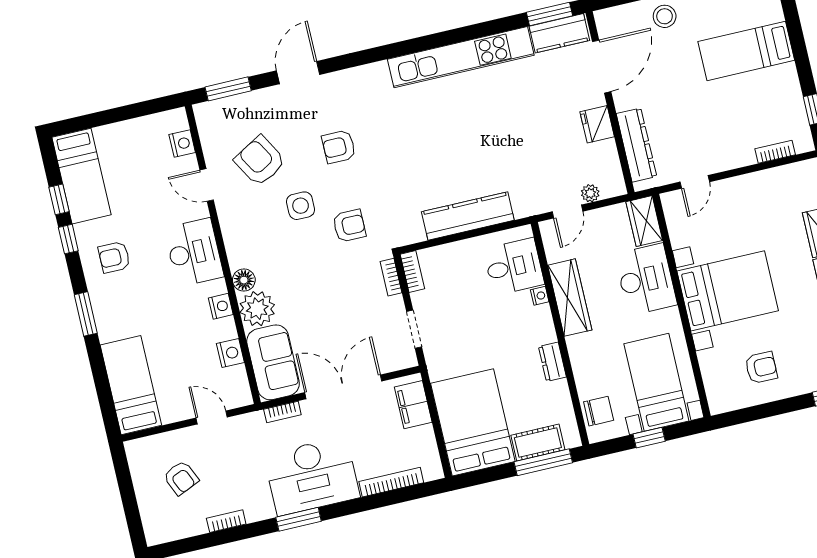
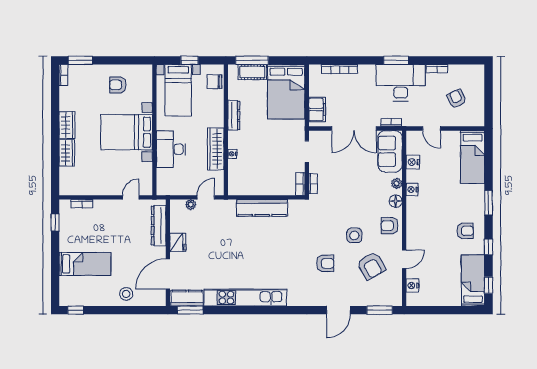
door: (207, 185) -> (404, 259), hinge flipped
window: (59, 199) -> (489, 285), moved
wardrobe: (644, 221) -> (164, 182), removed
armchair: (349, 226) -> (390, 226), moved
desk: (194, 252) -> (420, 223), removed
desk: (514, 267) -> (243, 174), removed
plant: (257, 309) -> (397, 183), width x0.53, depth x0.53
dresser: (552, 362) -> (234, 115), width x1.44
desk: (312, 476) -> (401, 83), moved

